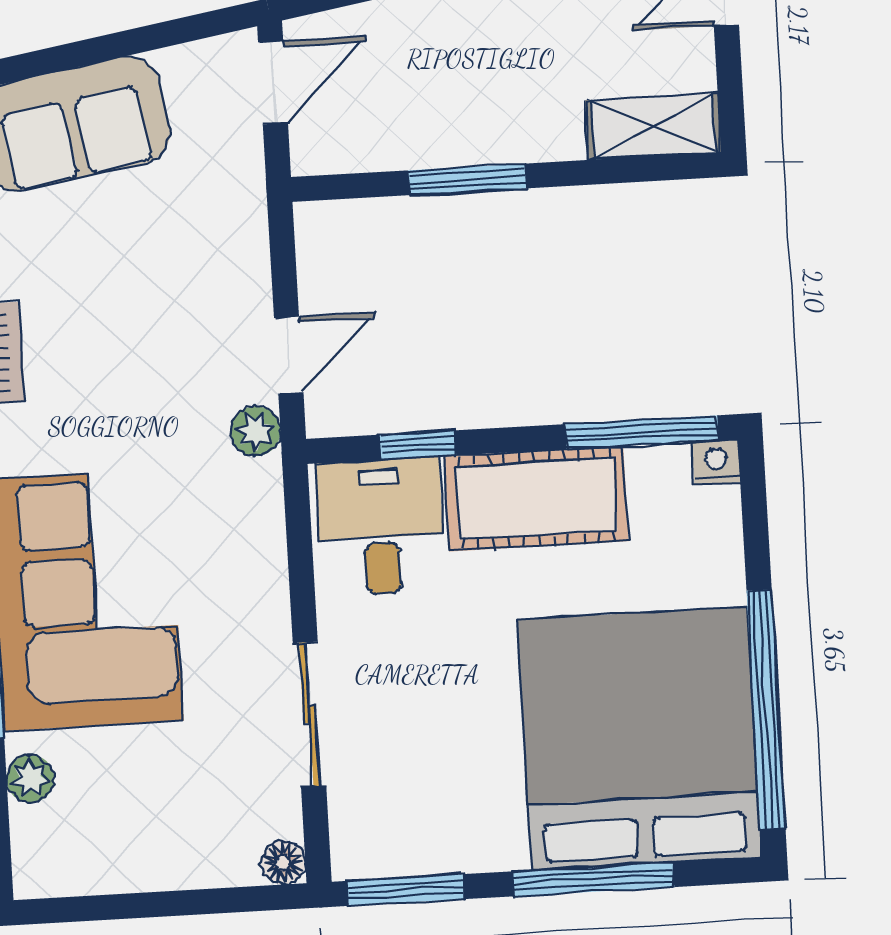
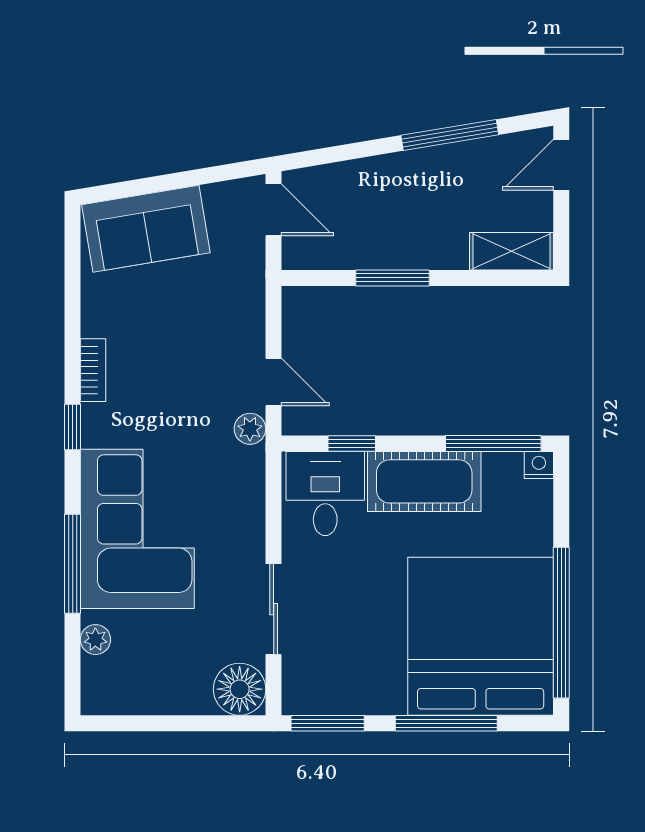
door: (273, 83) -> (274, 210), hinge flipped
door: (289, 355) -> (274, 382), hinge flipped
floor lamp: (283, 863) -> (240, 689), width x1.89, depth x1.89

